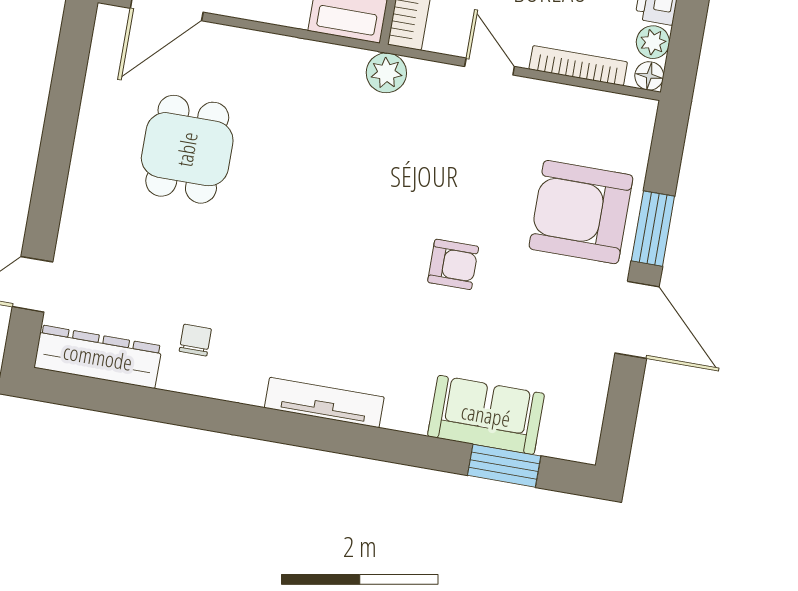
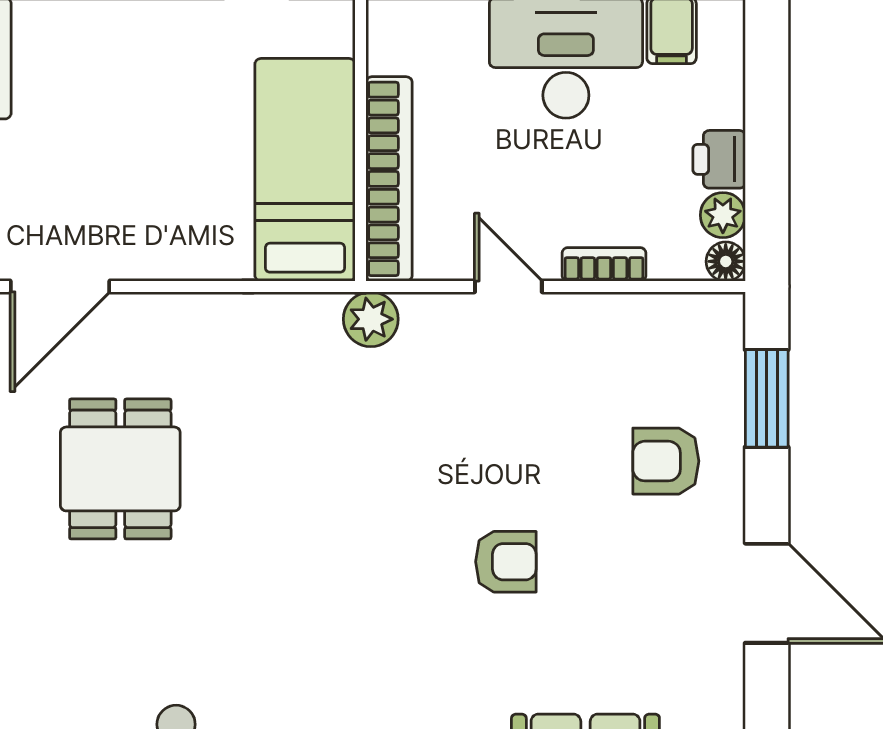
bookcase: (578, 66) -> (604, 264), width x0.64
armchair: (581, 212) -> (666, 461), width x0.53, depth x0.53
window: (653, 229) -> (767, 398), moved

